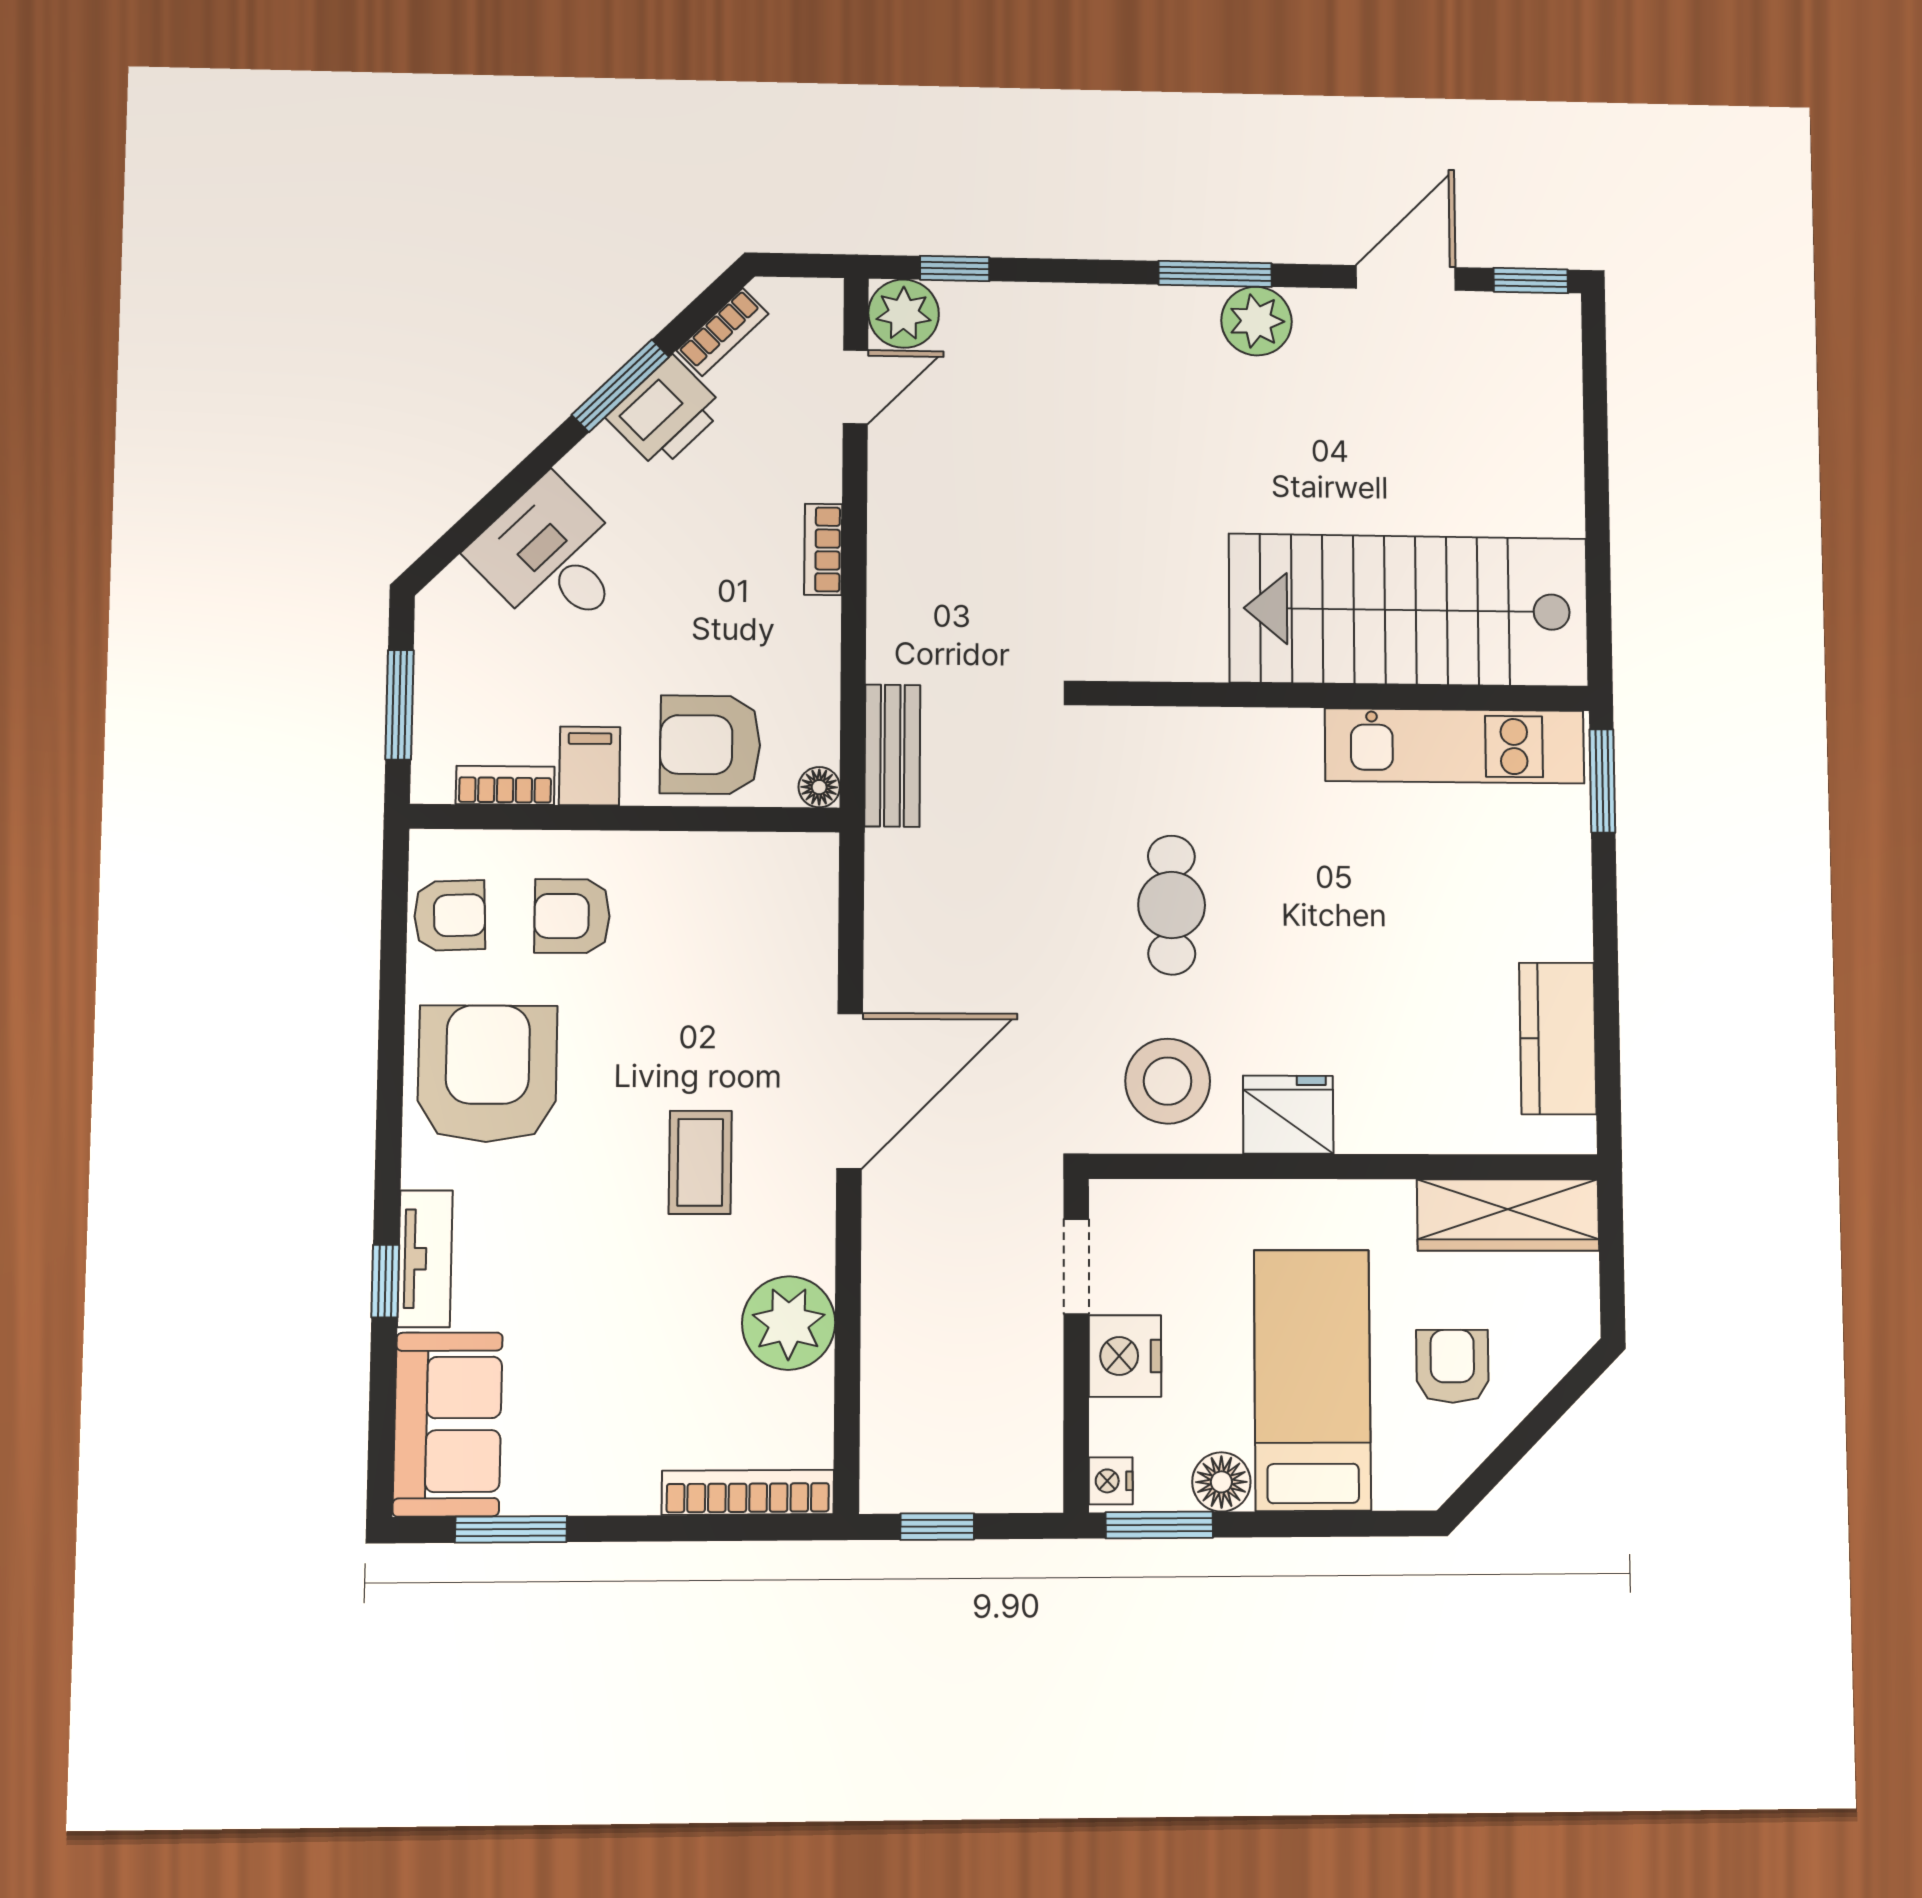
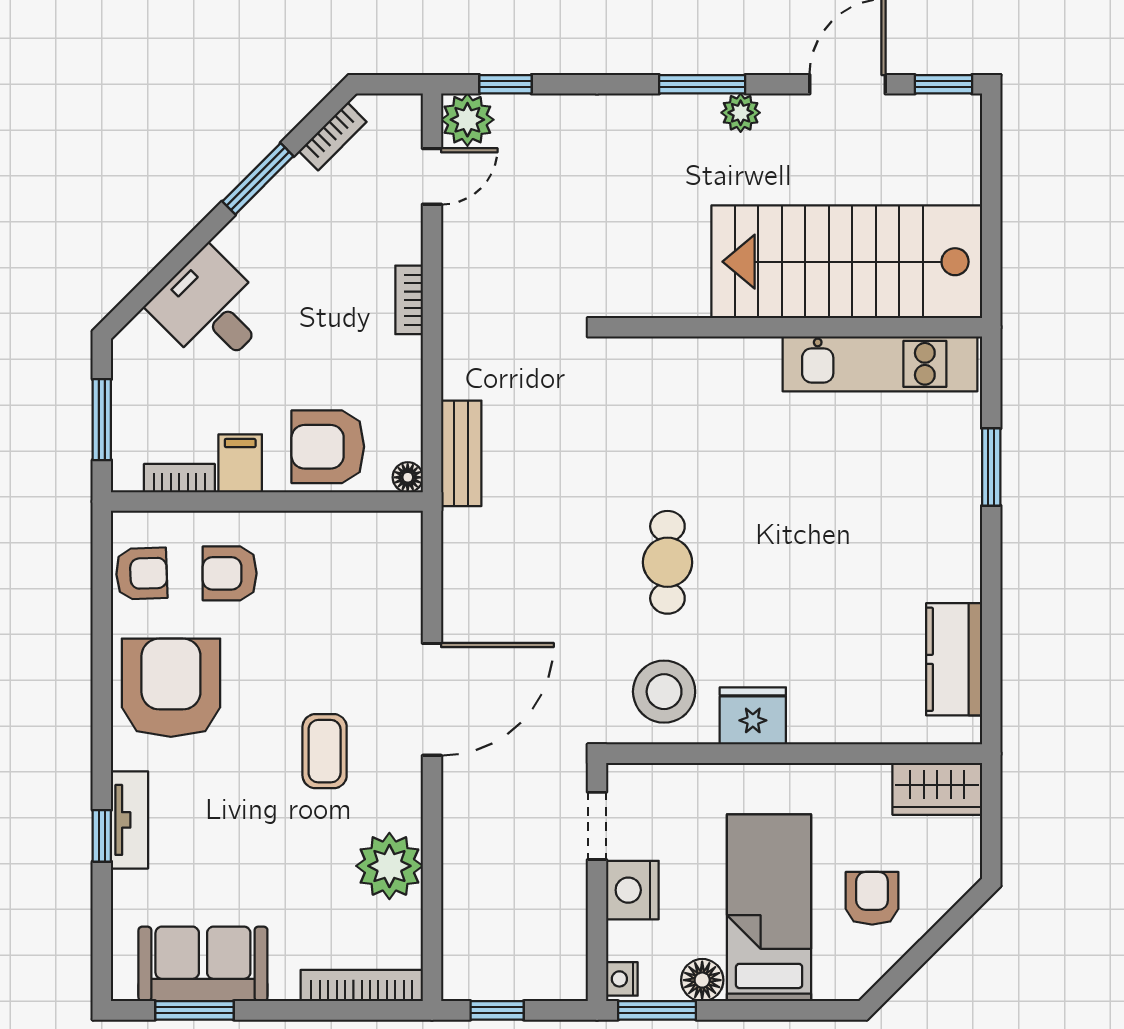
plant: (1256, 321) -> (741, 113), width x0.73, depth x0.73
printer: (666, 413) -> (292, 199), removed
stairs: (1409, 610) -> (847, 262), moved
wall: (1340, 696) -> (794, 327), moved
kitchen unit: (1455, 746) -> (880, 364), moved
wardrobe: (1508, 1215) -> (937, 789), width x0.67
sofa: (448, 1424) -> (203, 964), moved, turned -90

